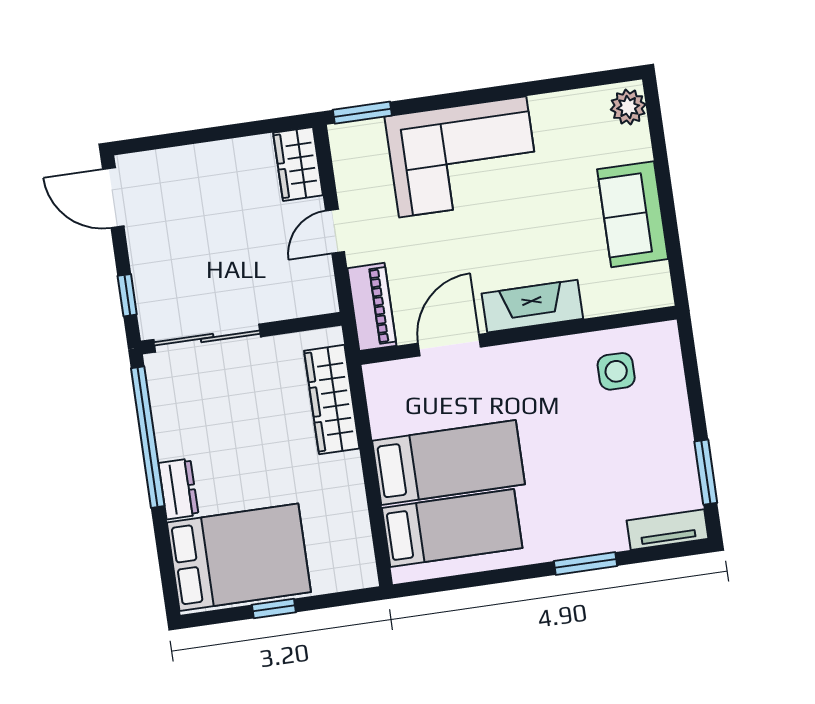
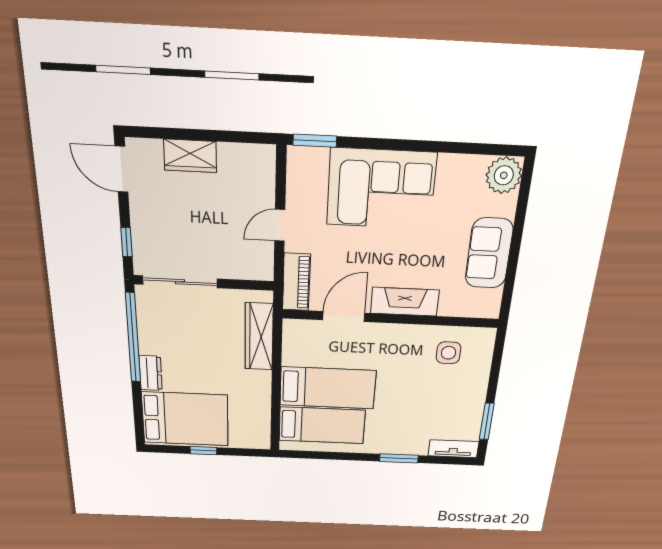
plant: (628, 107) -> (504, 175), width x1.36, depth x1.36
wardrobe: (298, 164) -> (190, 156), moved, turned -90

